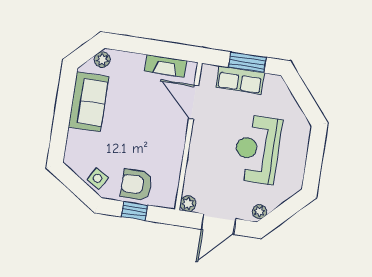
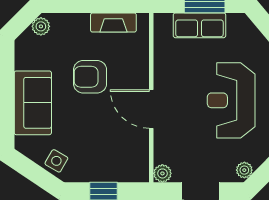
sofa: (88, 102) -> (33, 103), moved
door: (194, 102) -> (151, 109), moved
armchair: (136, 185) -> (90, 77), moved

